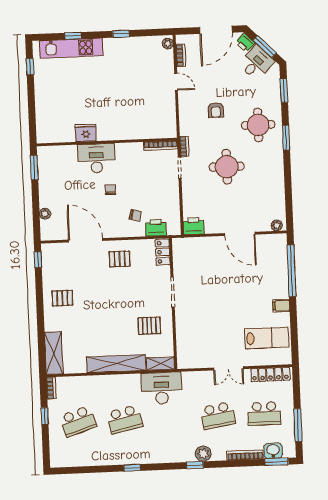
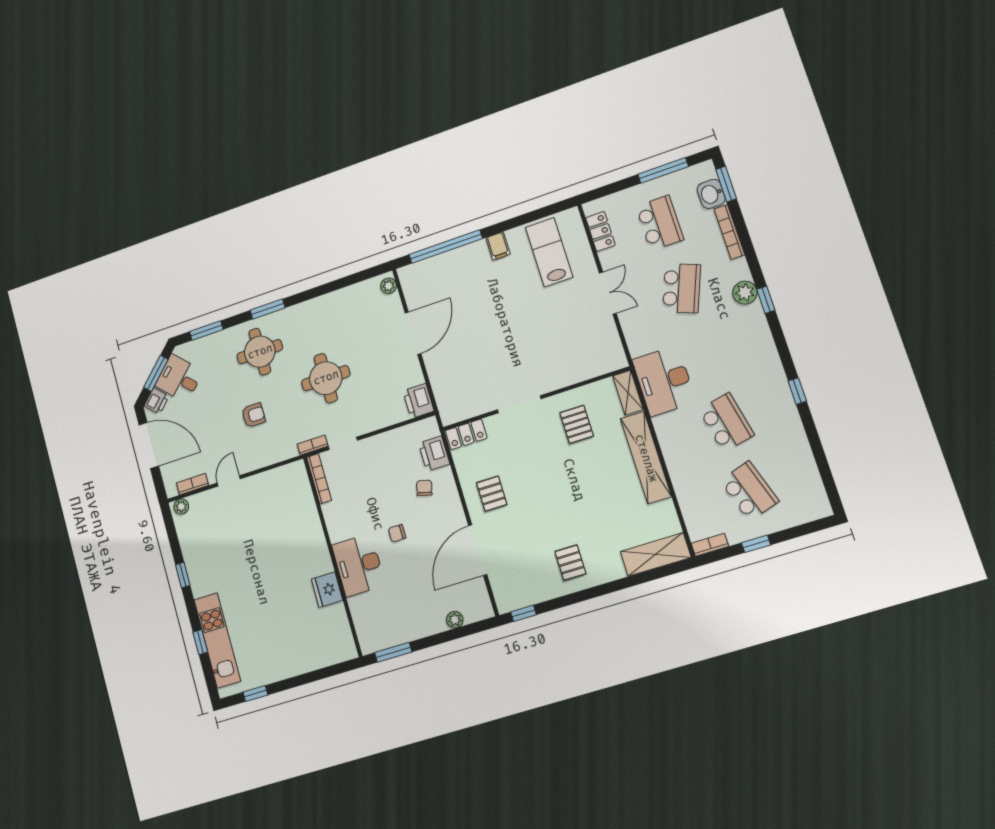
locker: (270, 374) -> (600, 231), width x0.66
school desk: (218, 415) -> (682, 288), turned 30

